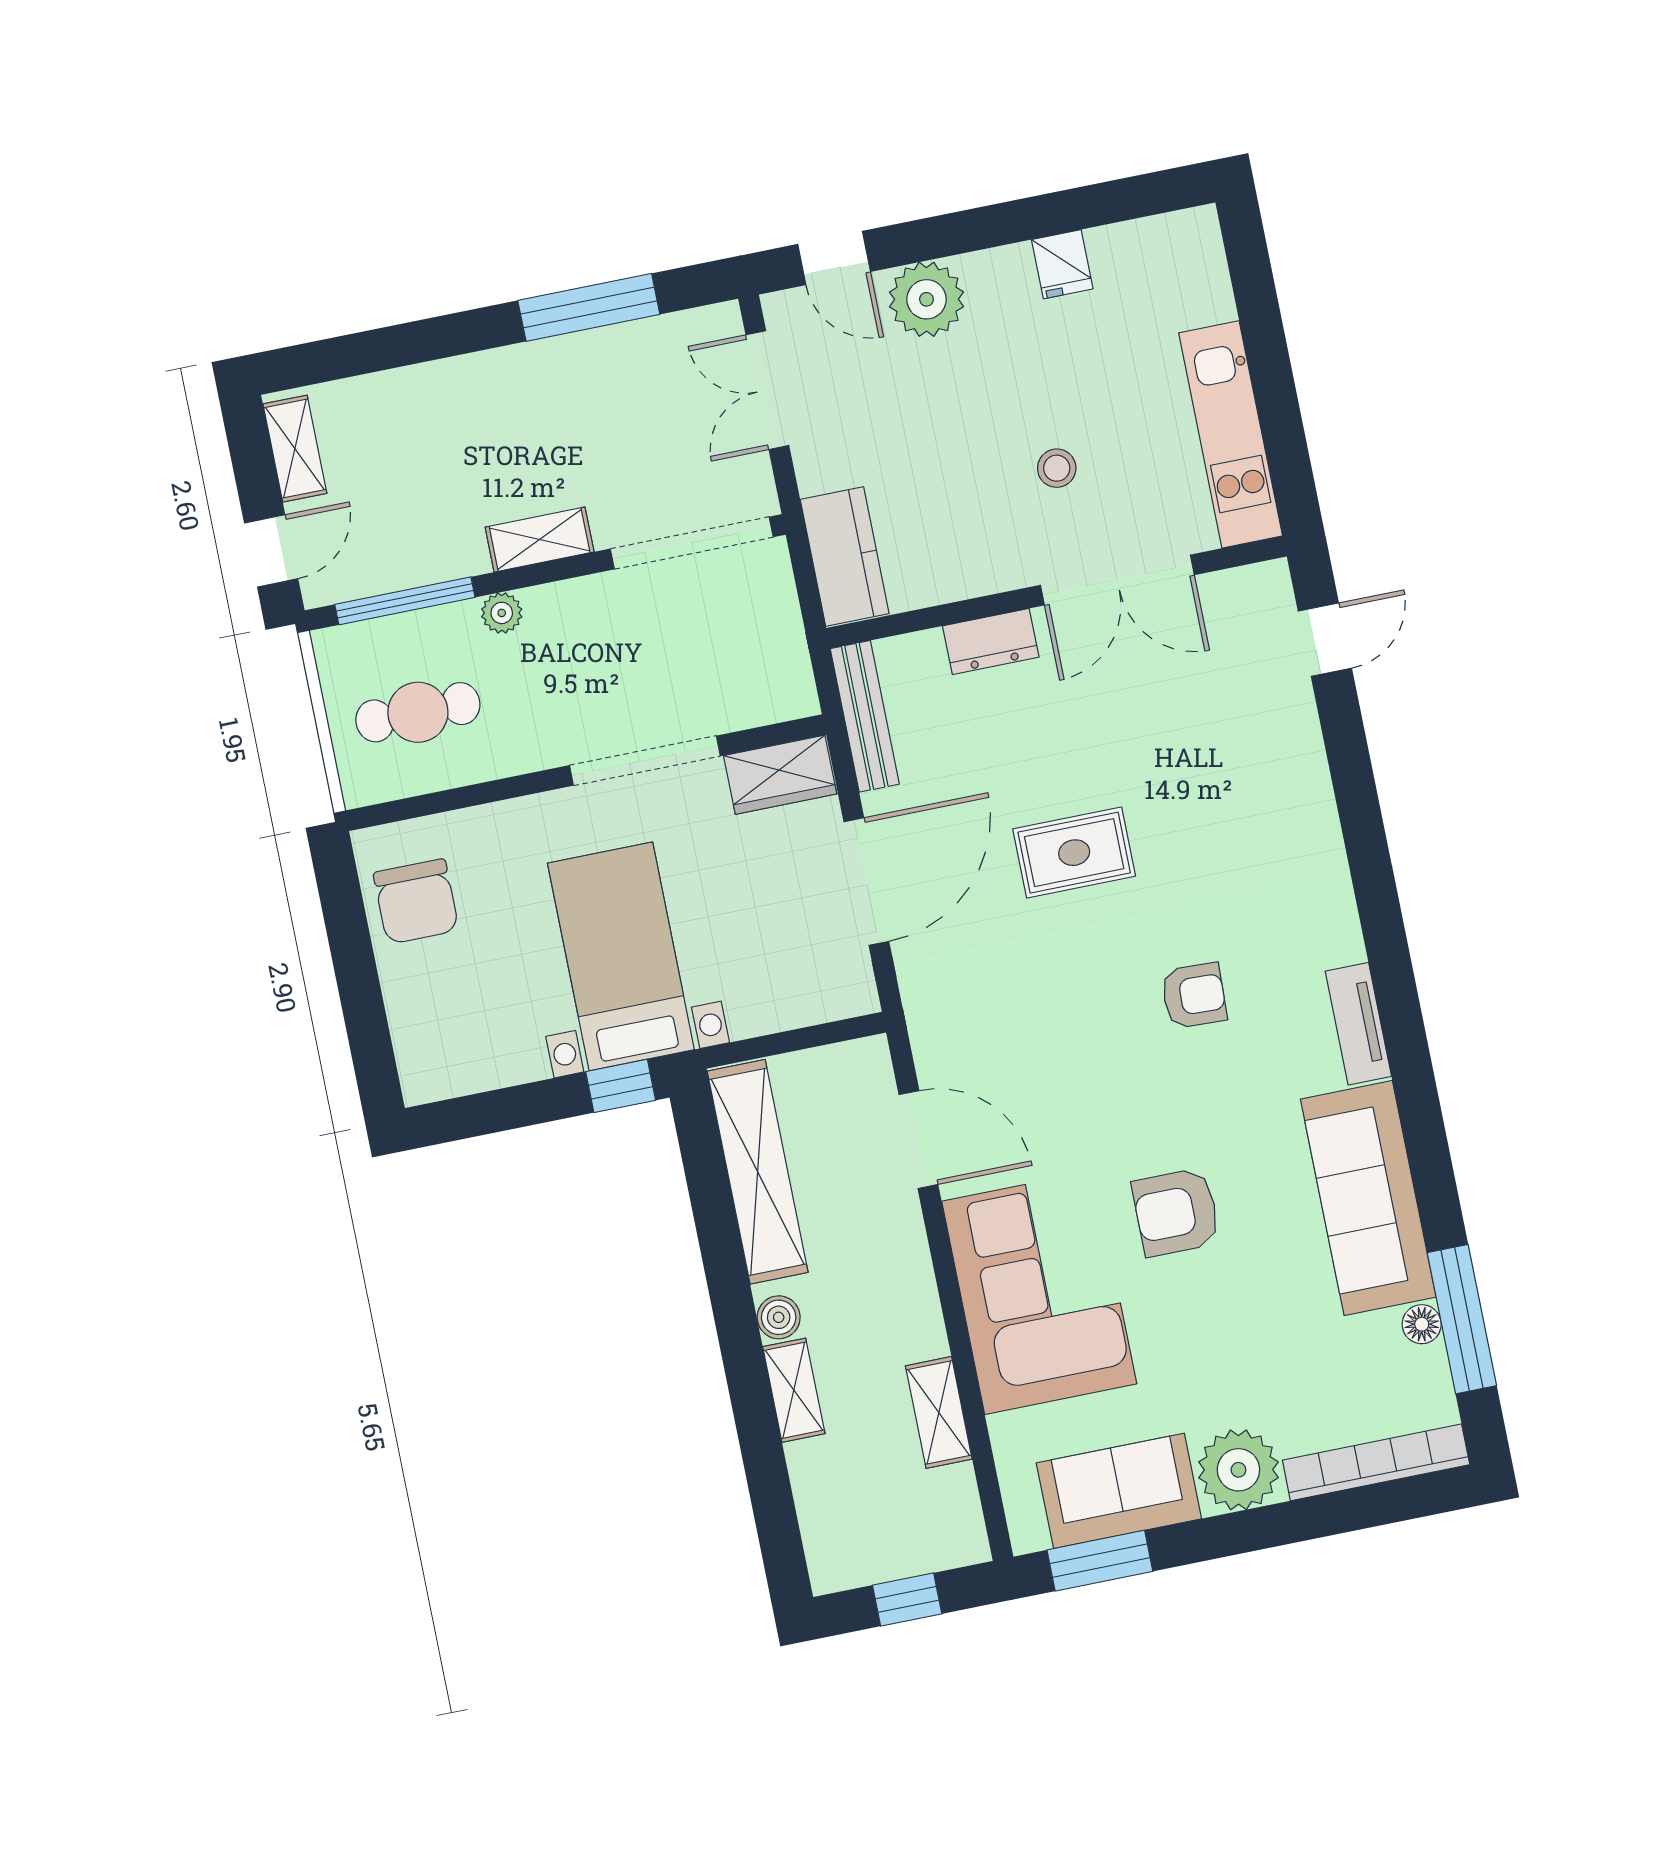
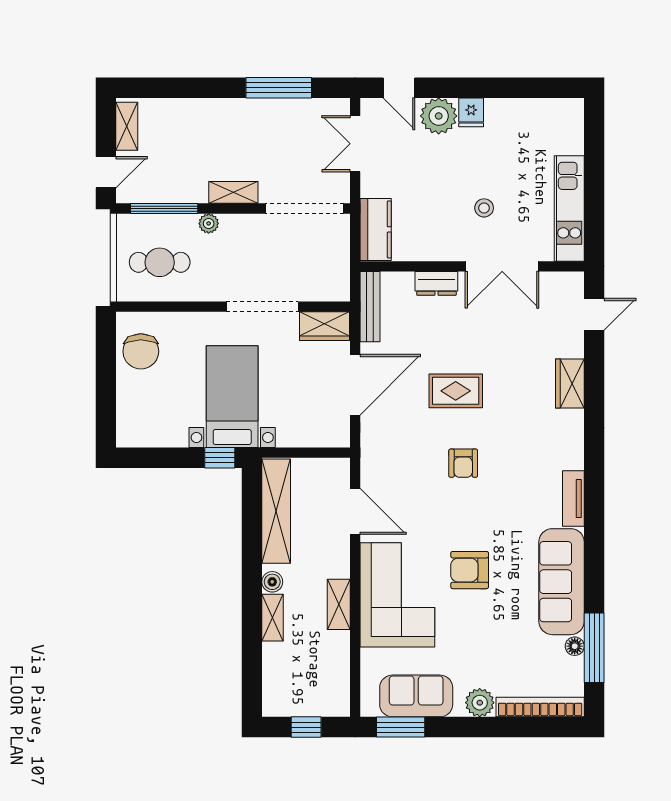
fridge: (1062, 264) -> (471, 112), moved
wardrobe: (1304, 791) -> (570, 384), added
armchair: (1194, 996) -> (463, 463), moved, turned 88
shelving: (939, 1412) -> (339, 604), moved
plant: (1238, 1470) -> (480, 703), width x0.73, depth x0.73

